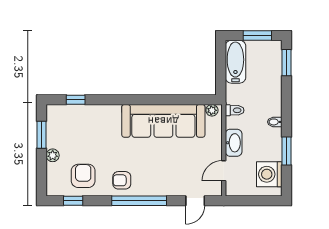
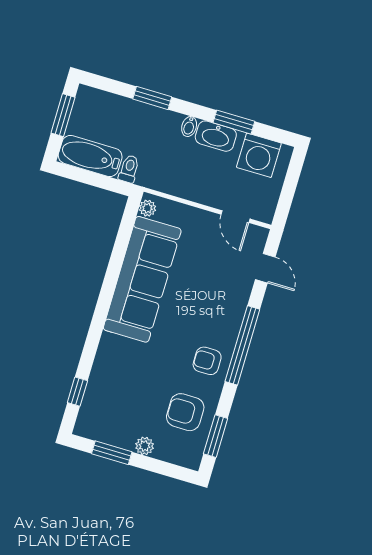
window: (286, 63) -> (152, 98), moved
toilet: (235, 110) -> (129, 169), moved
washbasin: (234, 143) -> (216, 136), moved, turned 180
armchair: (122, 180) -> (207, 361), turned 90
window: (73, 201) -> (216, 436), width x1.50

